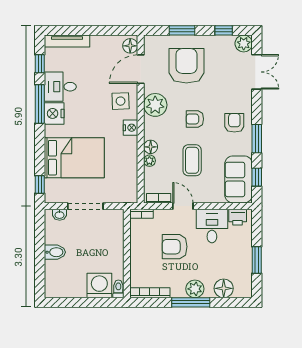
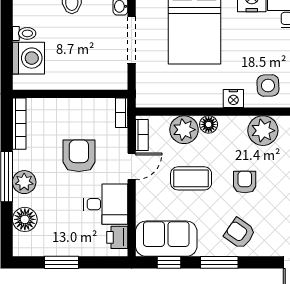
armchair: (234, 123) -> (240, 233), turned -145
plant: (149, 161) -> (184, 130), width x1.88, depth x1.88
toilet: (118, 289) -> (24, 33), moved

